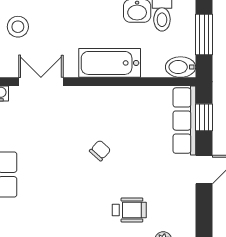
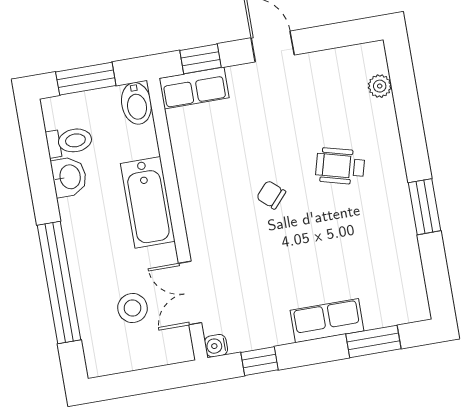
stool: (18, 27) -> (133, 308), moved
row of seats: (184, 121) -> (194, 88), width x0.68
wheelchair: (129, 210) -> (340, 166), moved, turned -75

